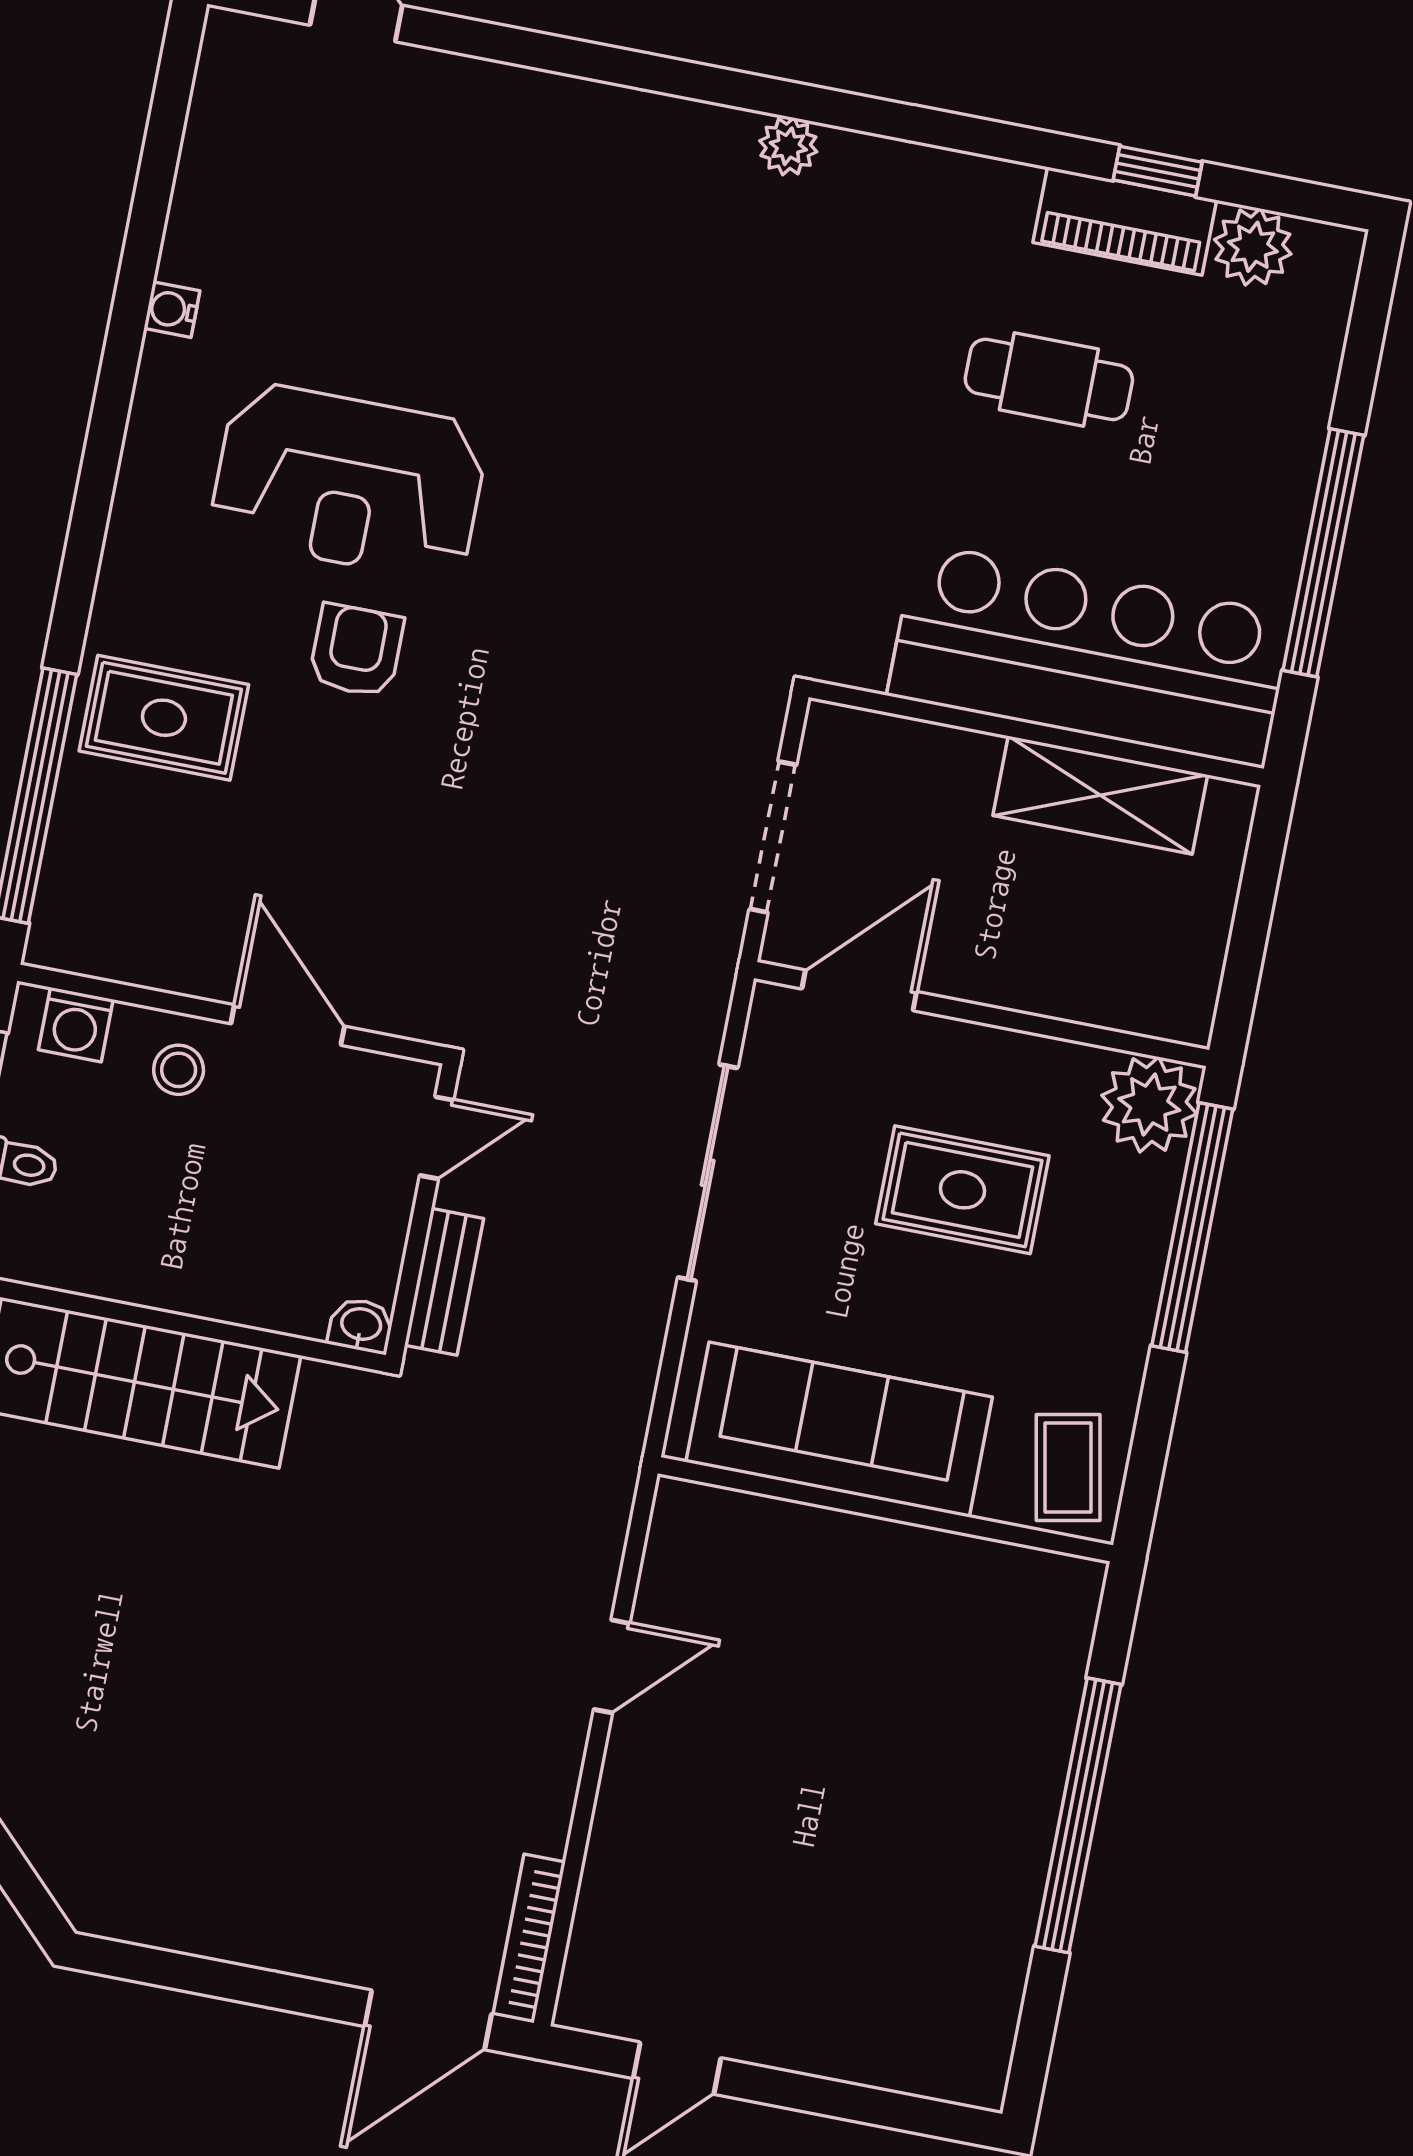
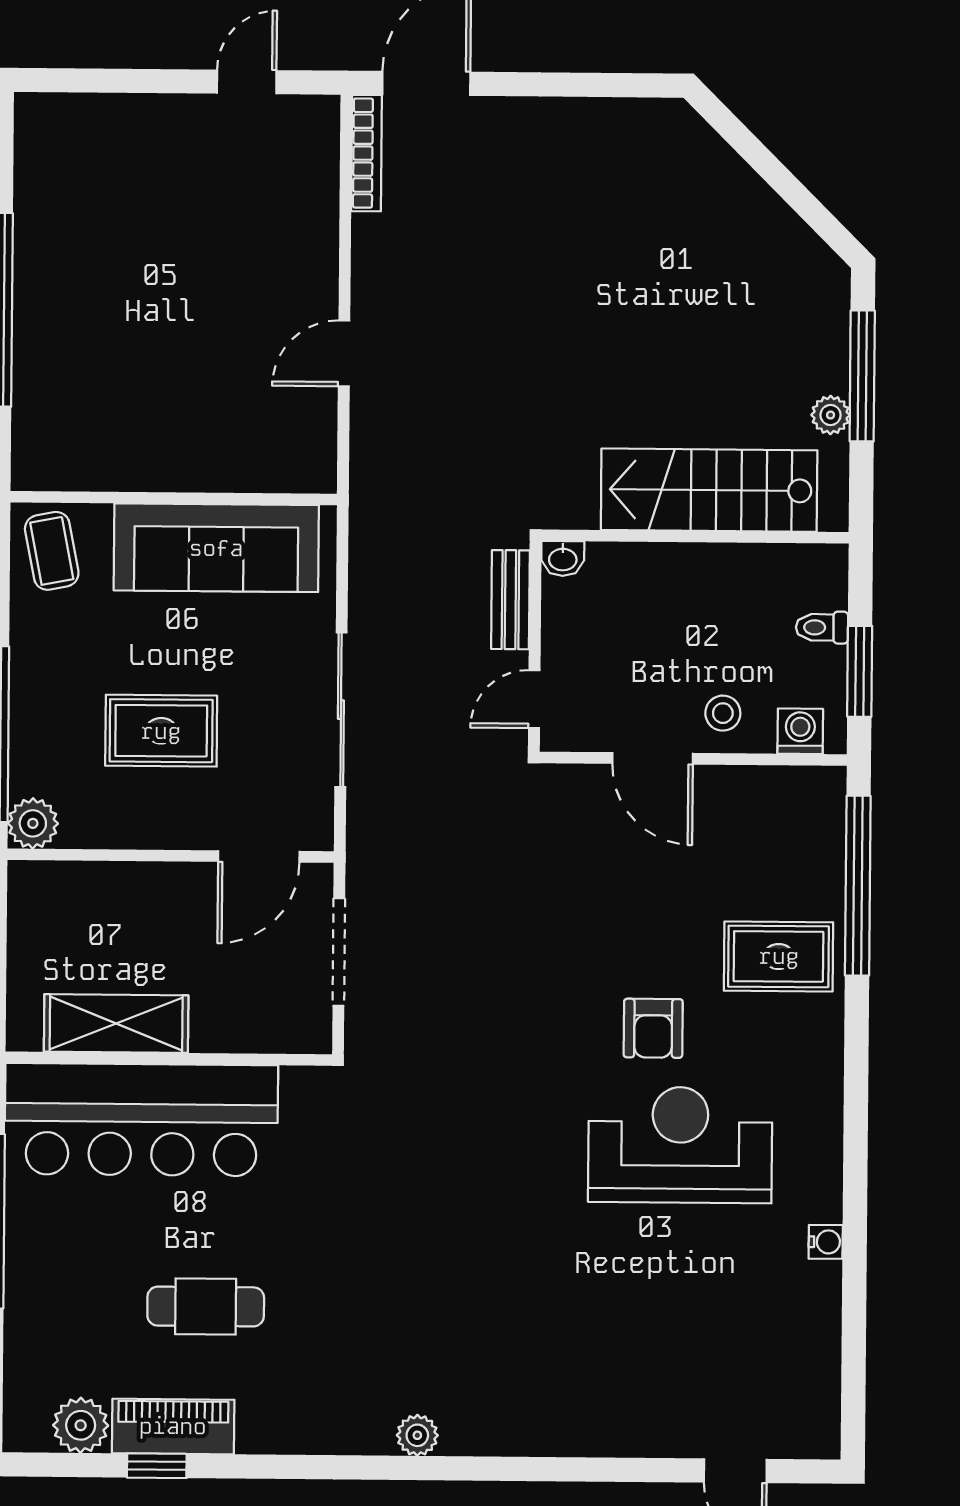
plant: (1149, 1104) -> (33, 823), width x0.73, depth x0.73

